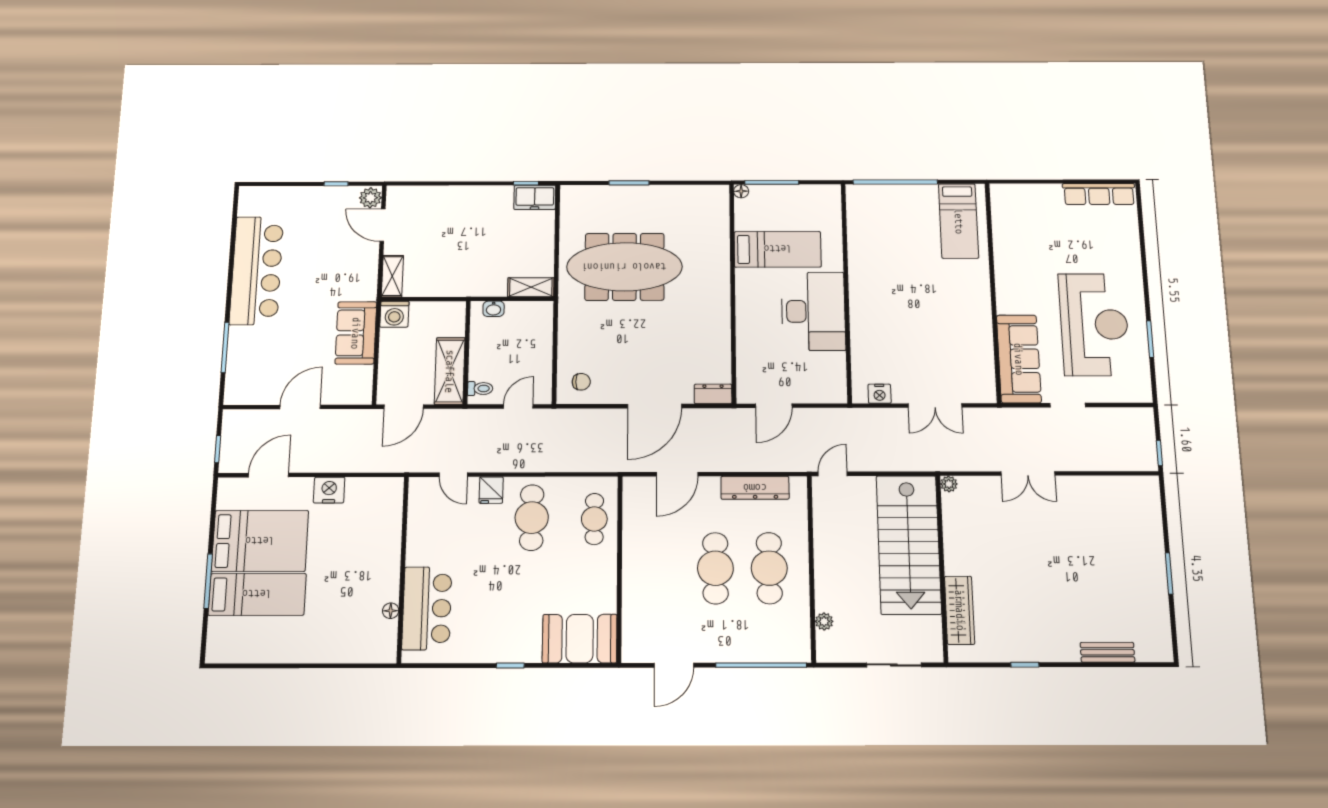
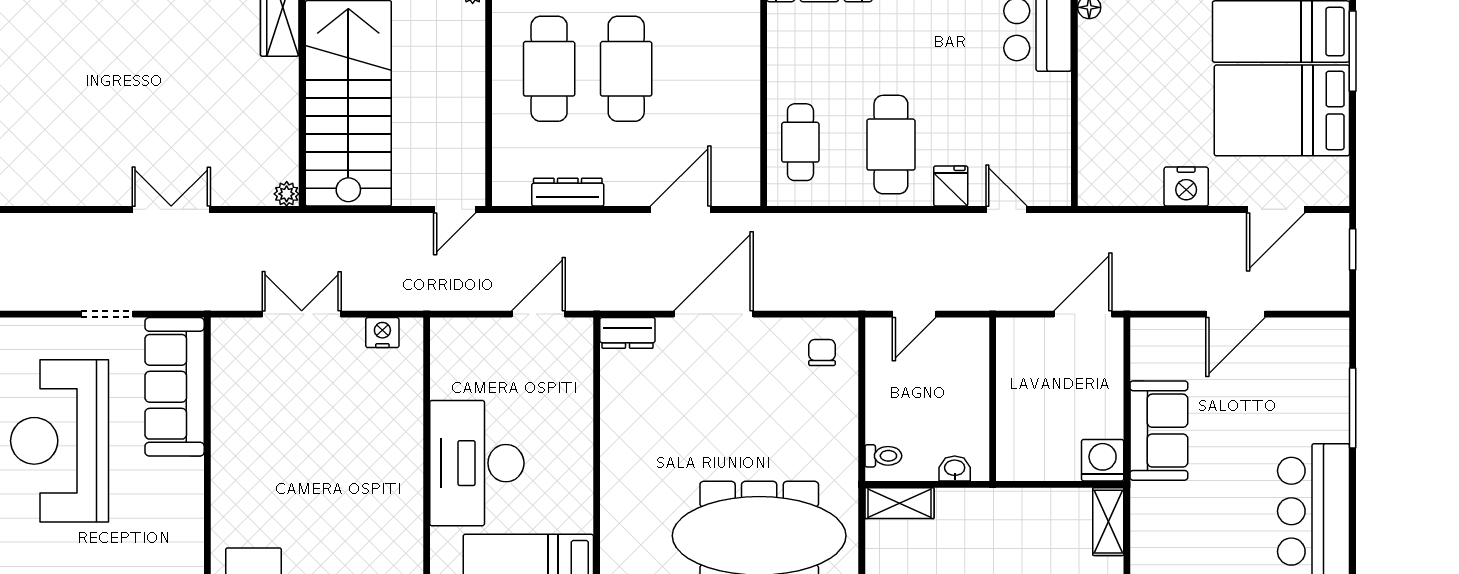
shelving: (450, 371) -> (1017, 370), removed
chair: (581, 382) -> (822, 352), turned 90
toilet: (480, 389) -> (883, 456), moved, turned 180
dresser: (755, 488) -> (568, 192), width x0.73, depth x0.80

